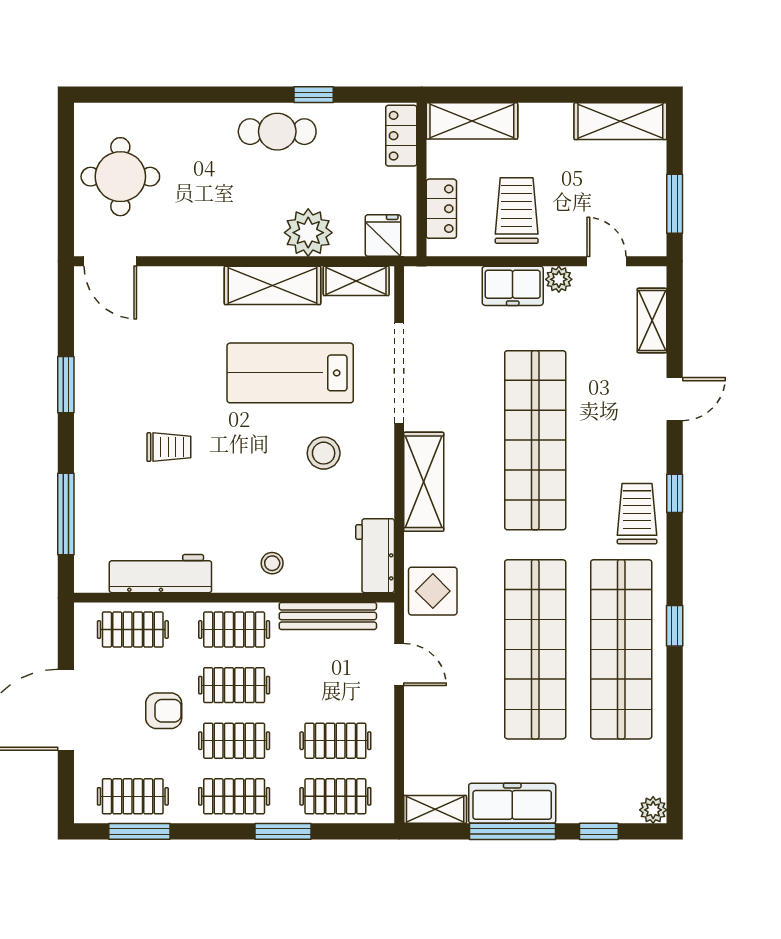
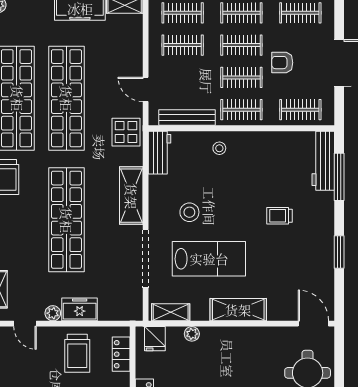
plant: (308, 233) -> (192, 334), width x0.53, depth x0.53
shelving: (273, 285) -> (238, 310), moved
workbench: (160, 574) -> (323, 161), moved, turned 90

